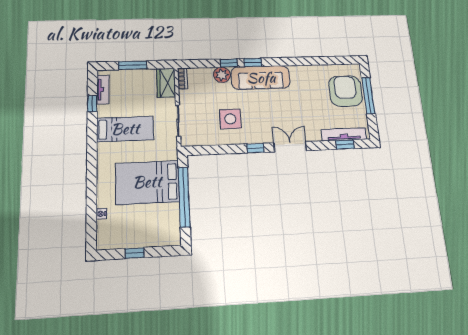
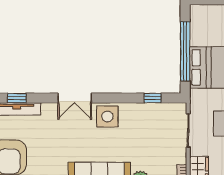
side table: (230, 119) -> (107, 116), moved
window: (255, 148) -> (153, 98), moved

